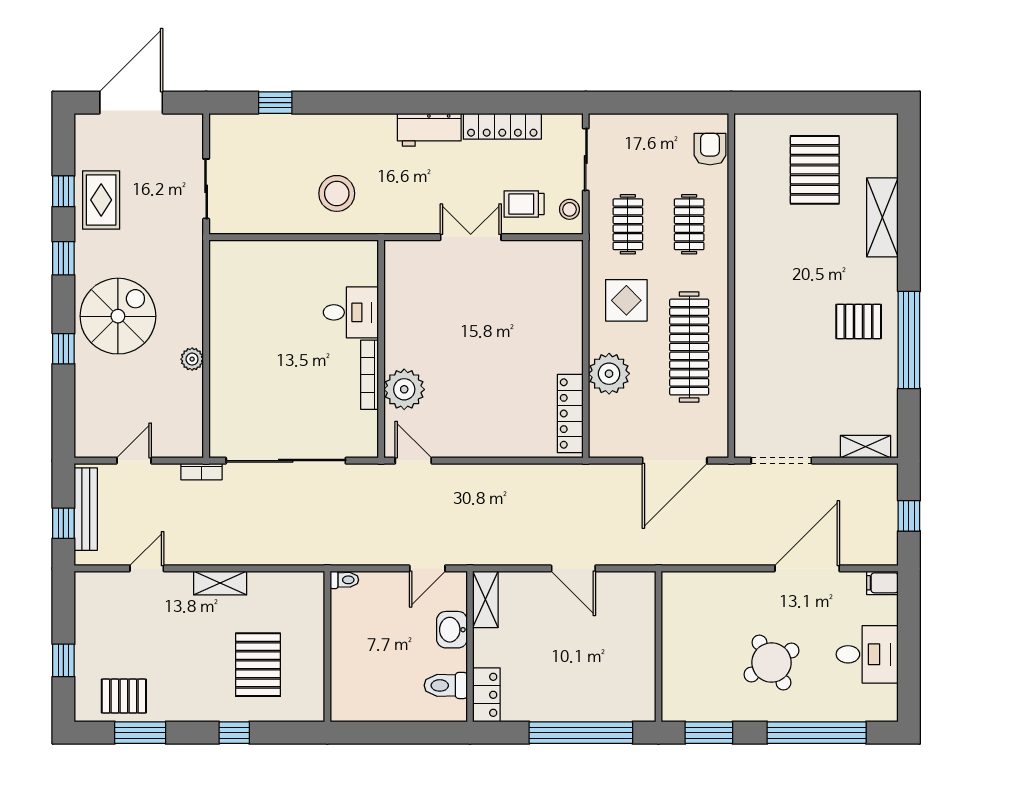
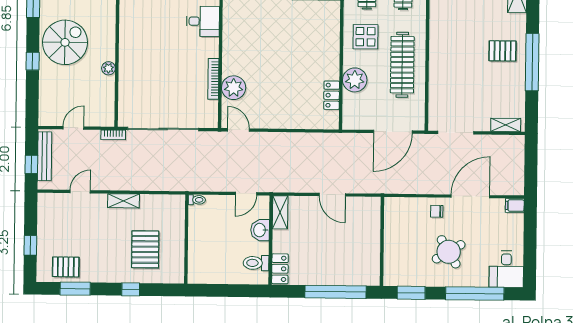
desk: (351, 312) -> (203, 21), moved
locker: (570, 413) -> (332, 95), width x0.66
window: (909, 516) -> (531, 166), removed
chair: (750, 594) -> (437, 211), added
desk: (867, 654) -> (506, 269), moved, turned 90

